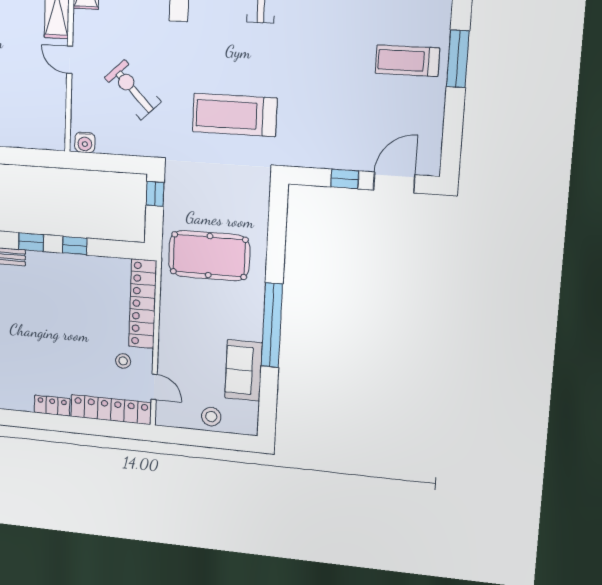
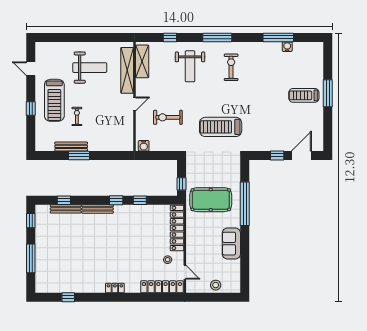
door: (70, 60) -> (134, 104), swing flipped
exercise bike: (133, 90) -> (168, 117), turned -46
window: (155, 194) -> (181, 184), moved
window: (272, 325) -> (245, 204), moved
sofa: (244, 370) -> (231, 244), moved
locker: (52, 406) -> (115, 288), moved

